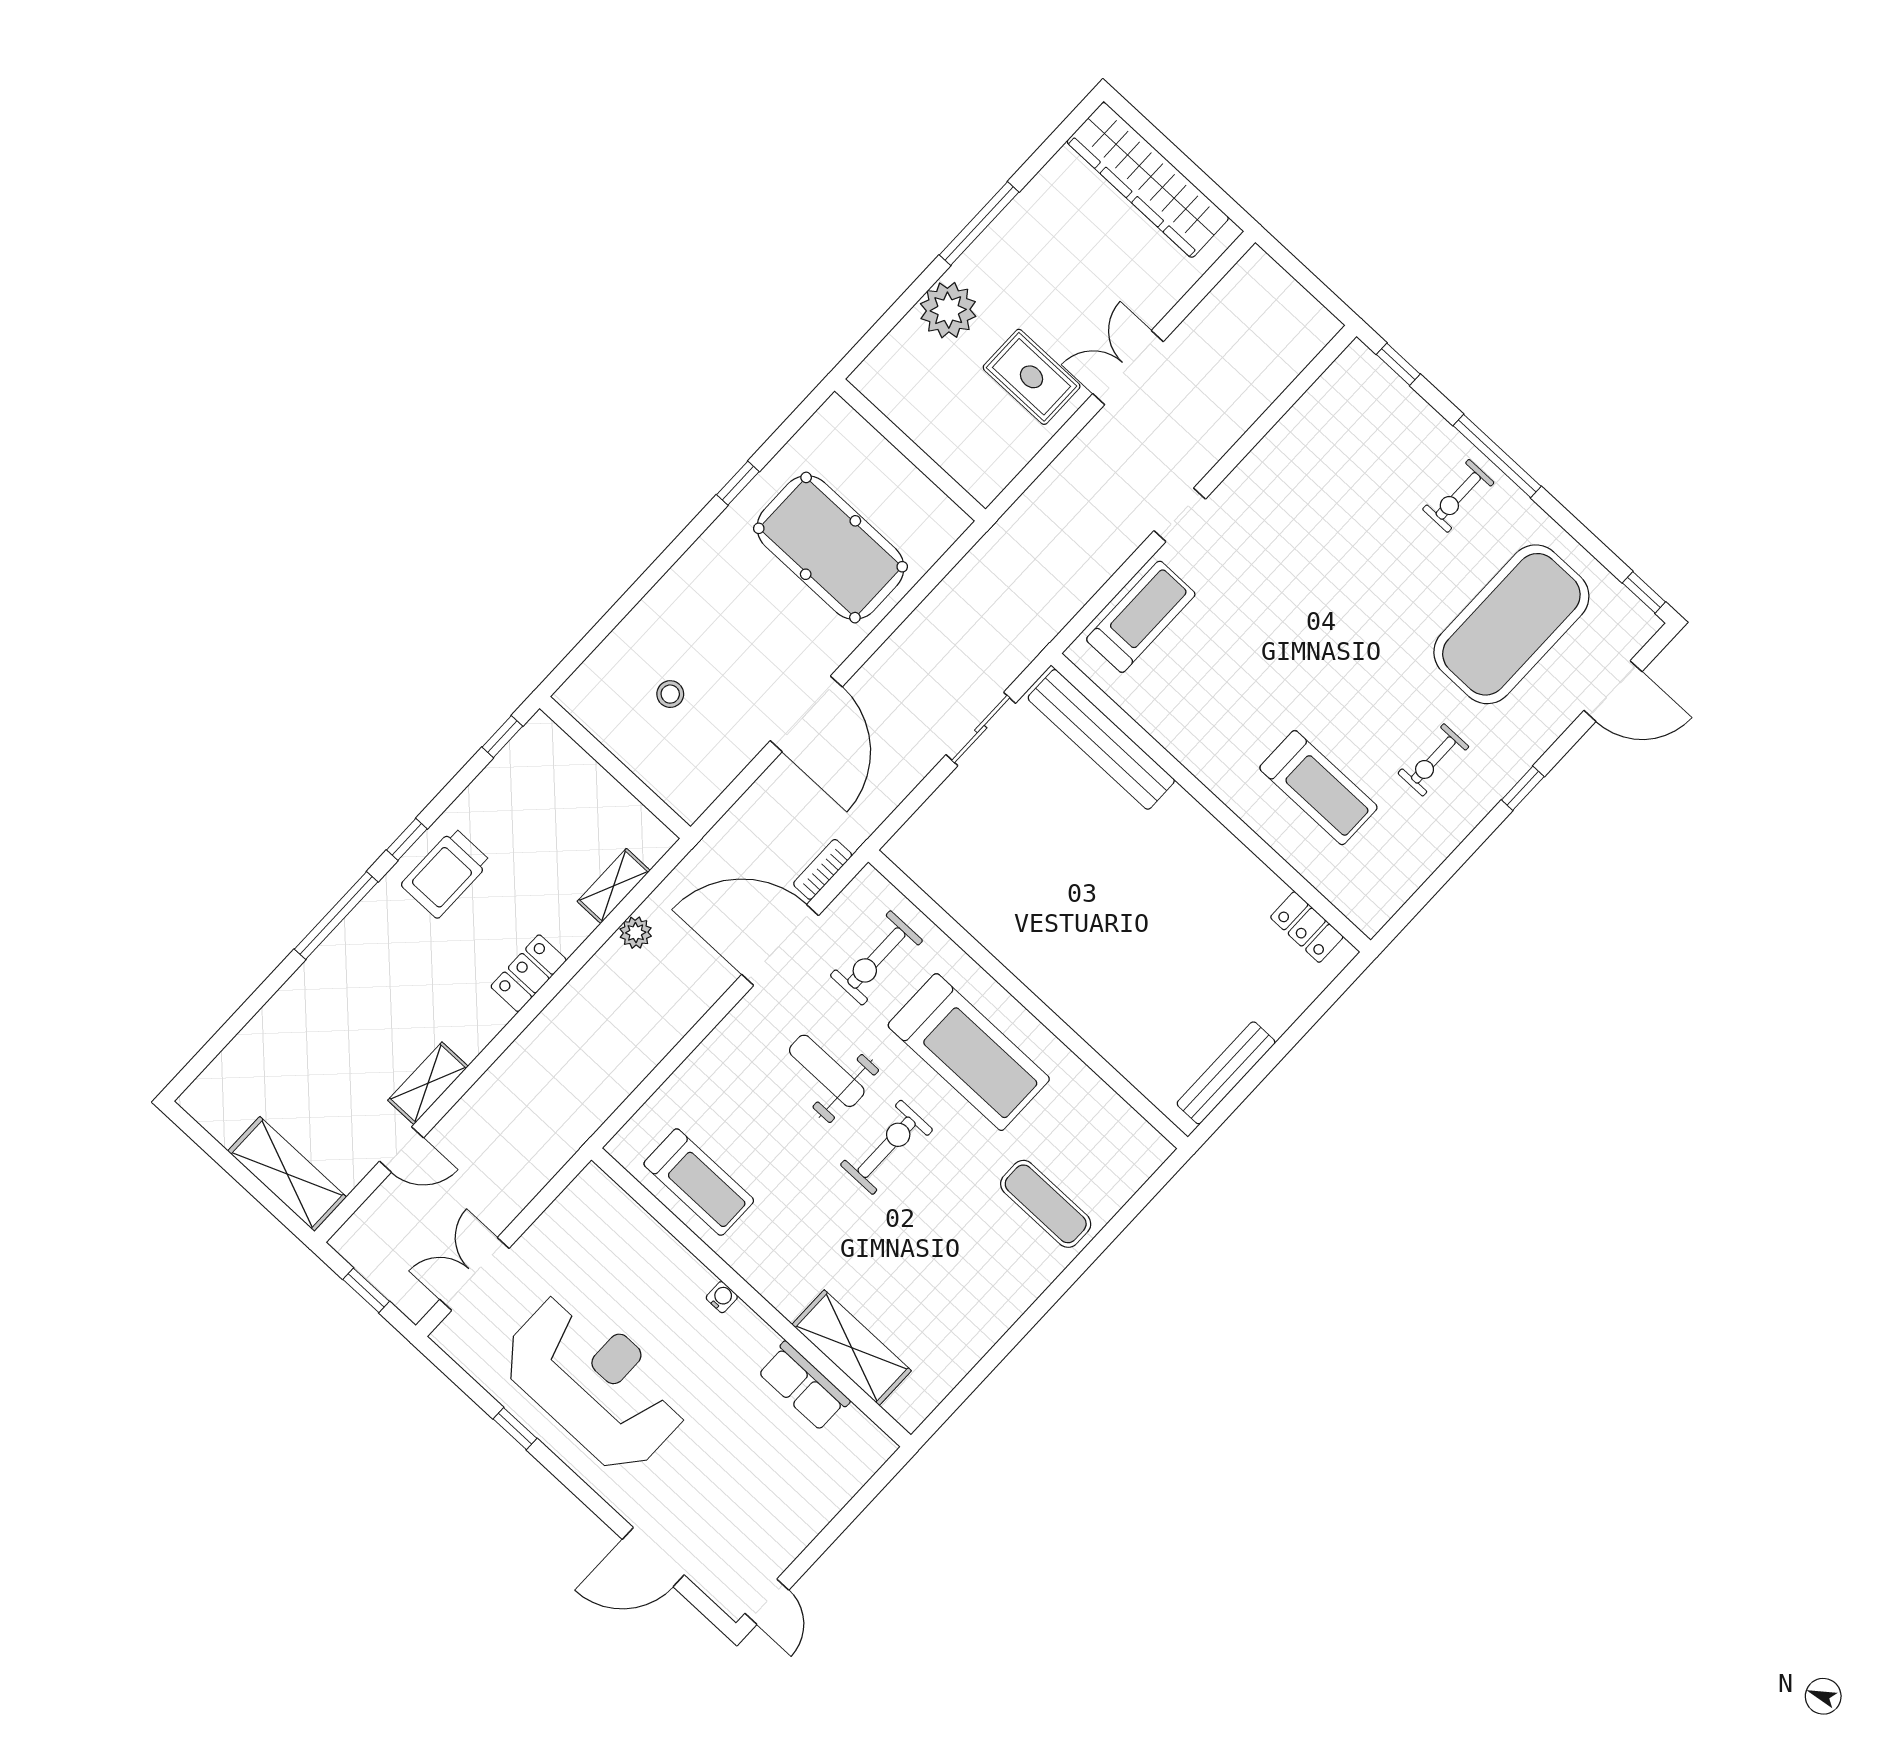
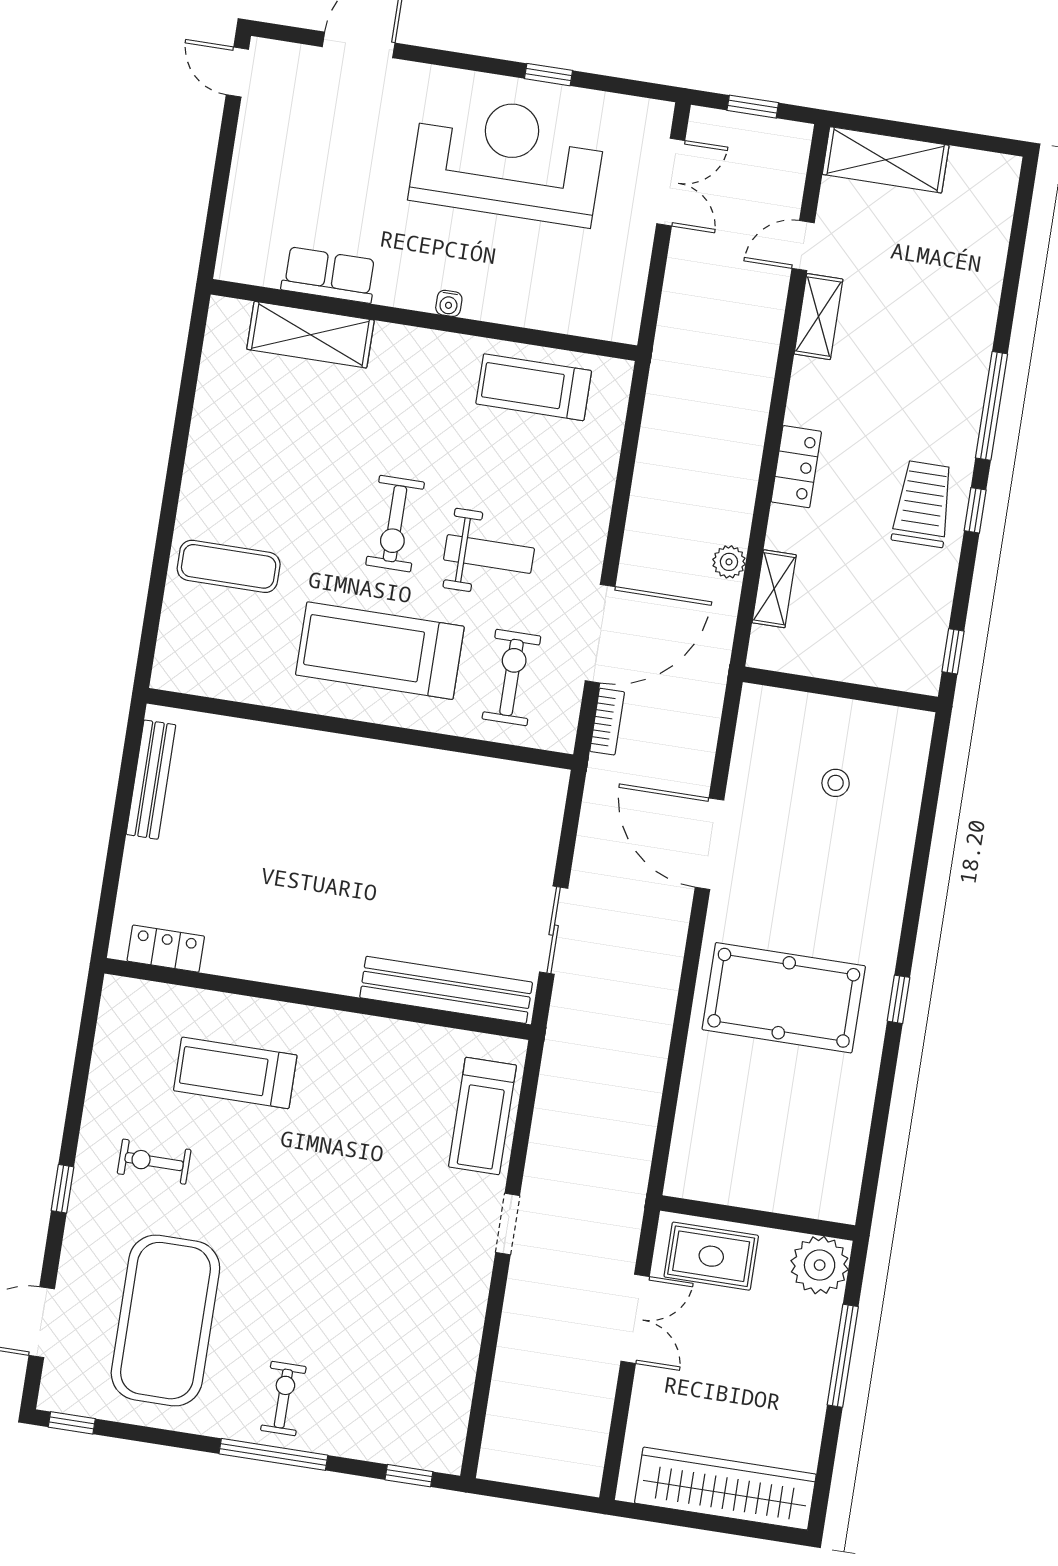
wall: (910, 450) -> (758, 1218), moved
exercise bike: (1433, 760) -> (154, 1162), turned -90
reception desk: (595, 1382) -> (508, 159), turned 180

